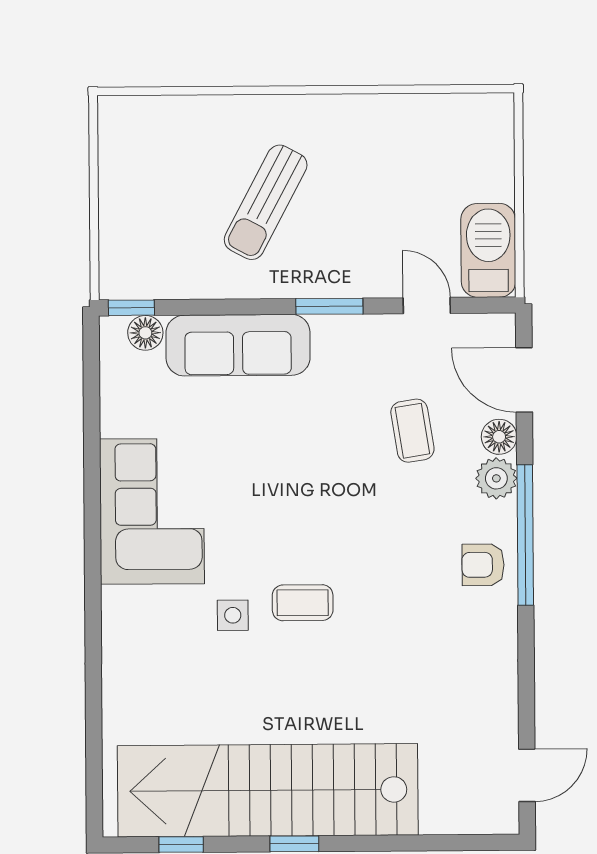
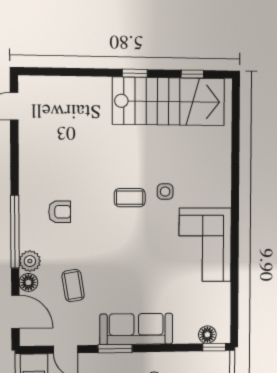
sofa: (238, 345) -> (136, 329), moved
armchair: (483, 565) -> (60, 212), moved
stairs: (268, 790) -> (168, 101), width x0.73

